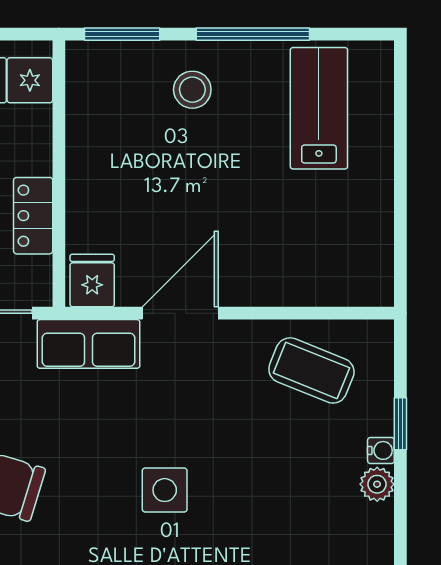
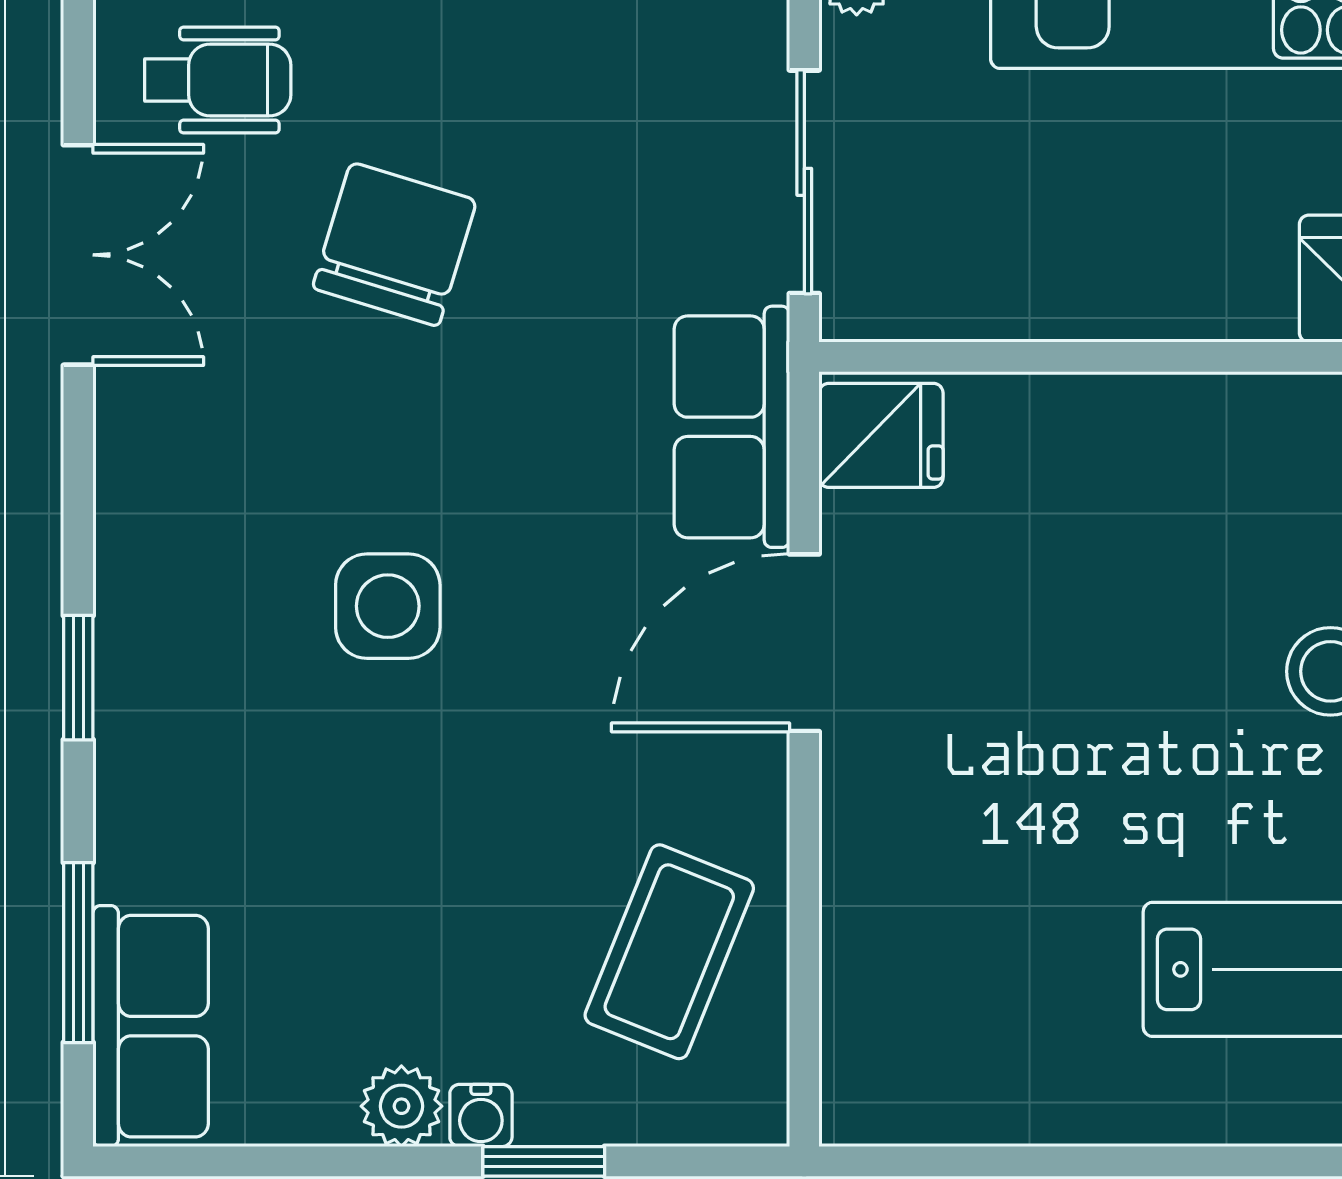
locker: (33, 216) -> (1034, 296), removed
door: (180, 313) -> (804, 643), swing flipped

